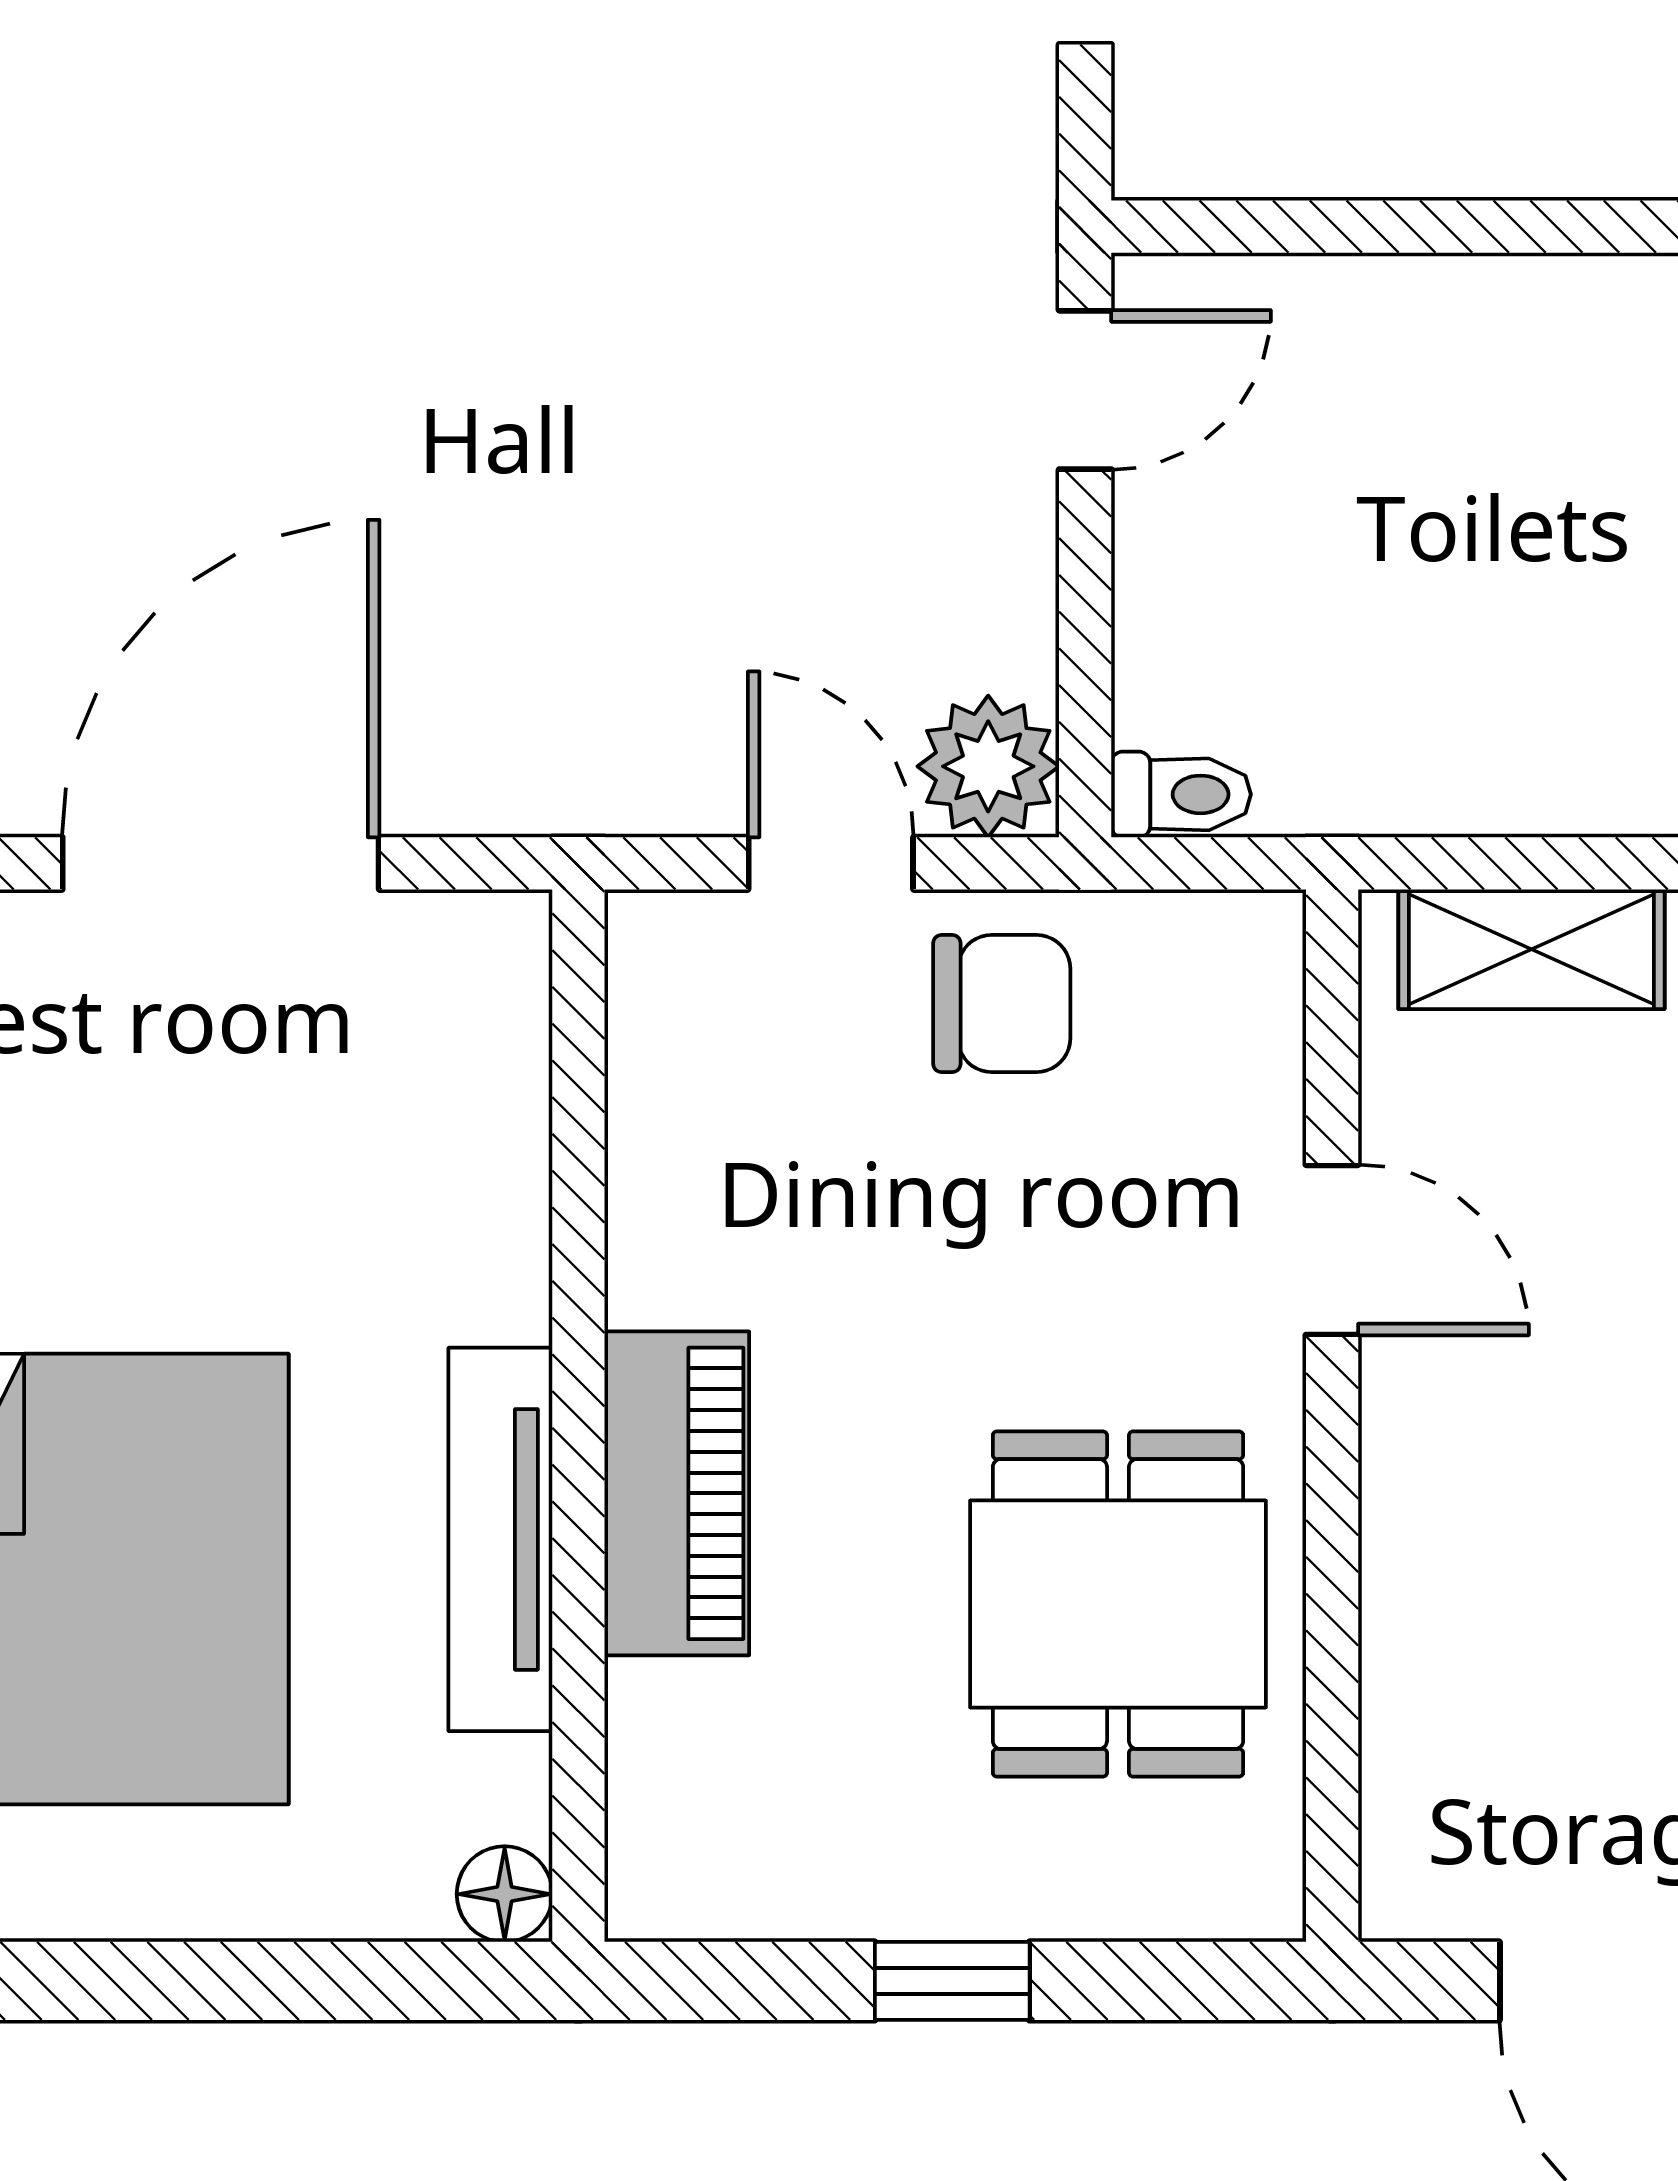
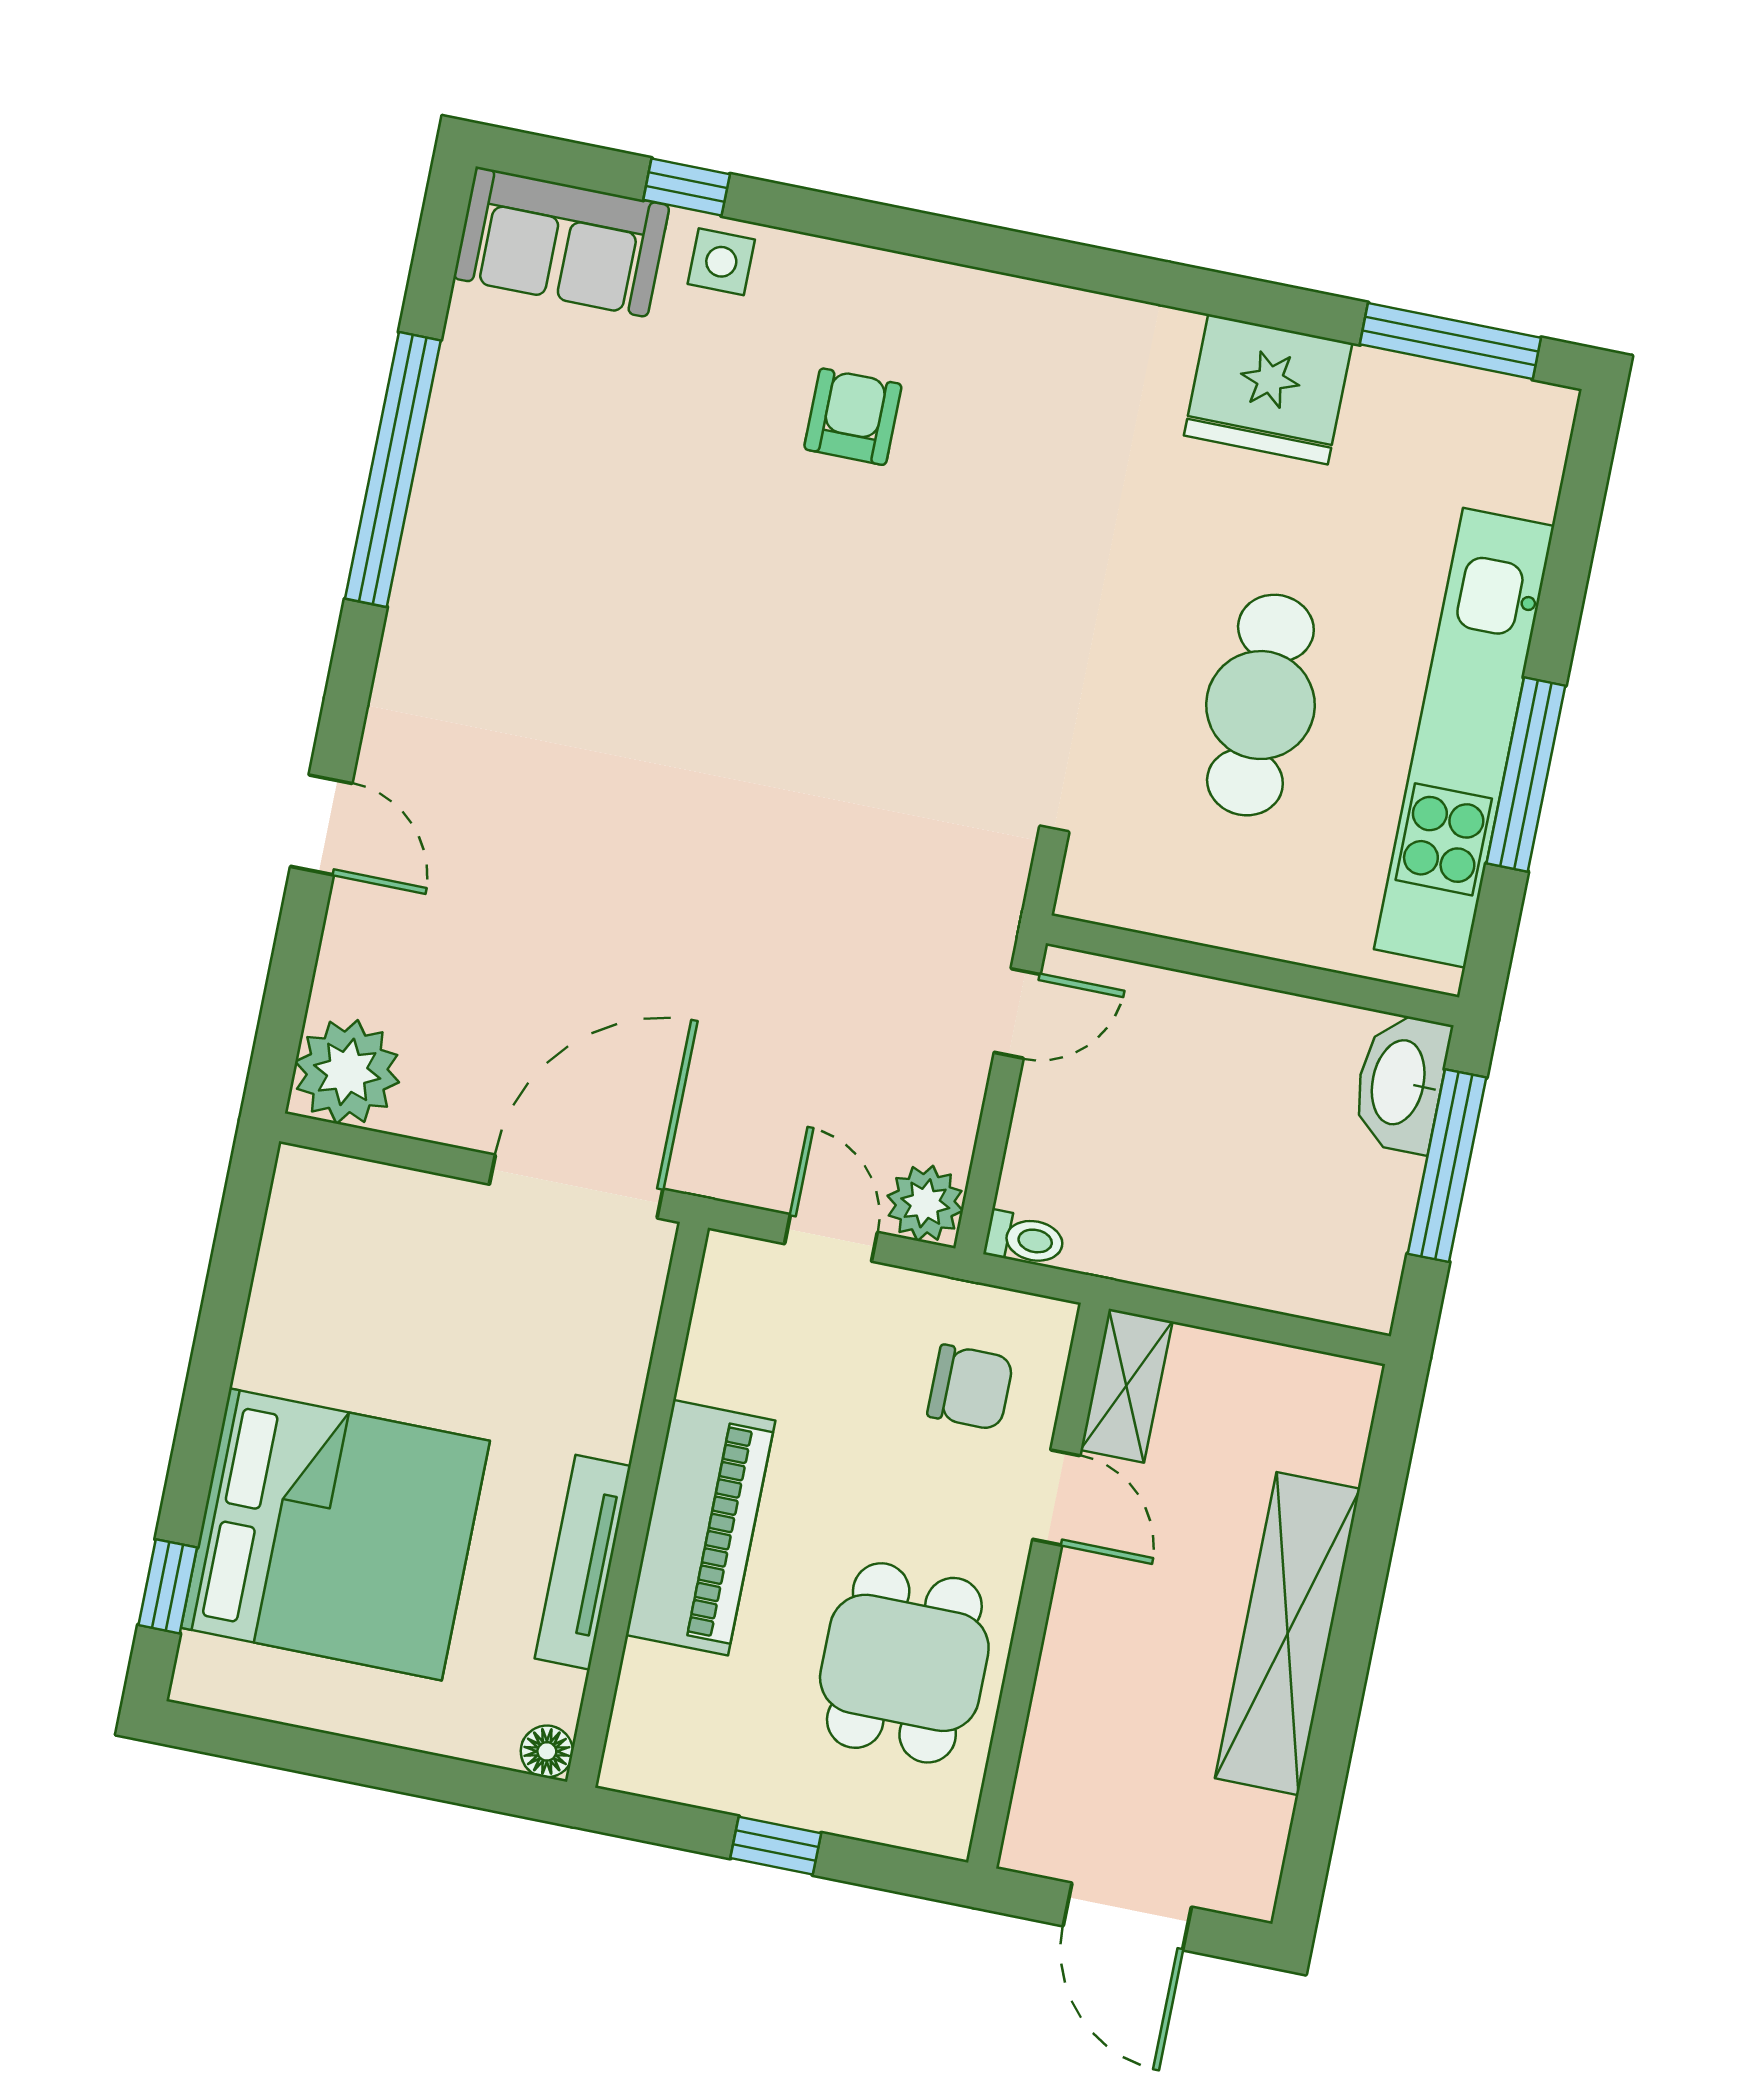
door: (221, 863) -> (576, 1187), moved
shelving: (1531, 949) -> (1126, 1386), moved, turned 90
chair: (1002, 1004) -> (970, 1387), moved
piano: (677, 1493) -> (700, 1528), width x1.37, depth x1.33

